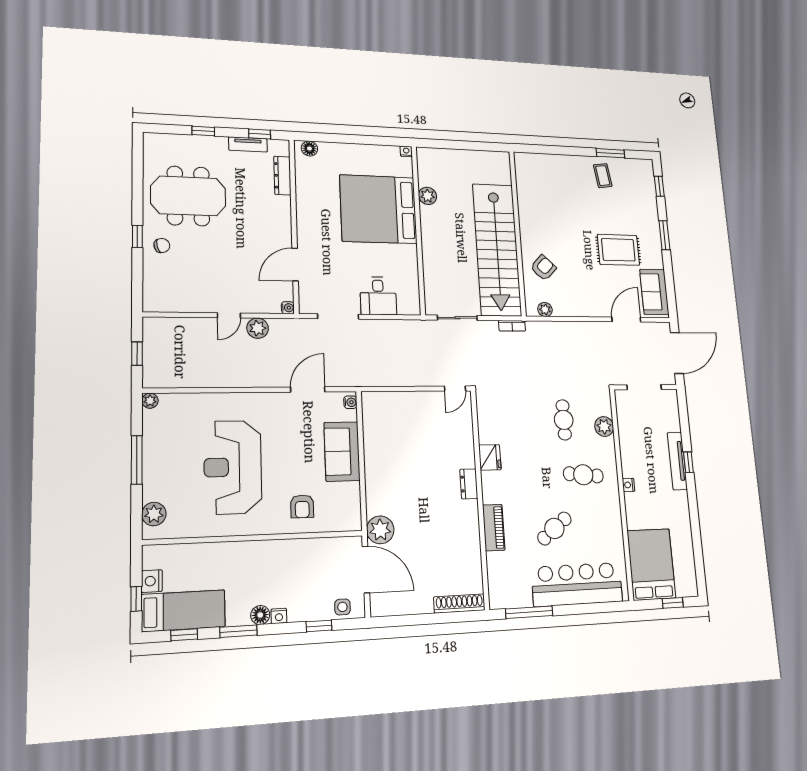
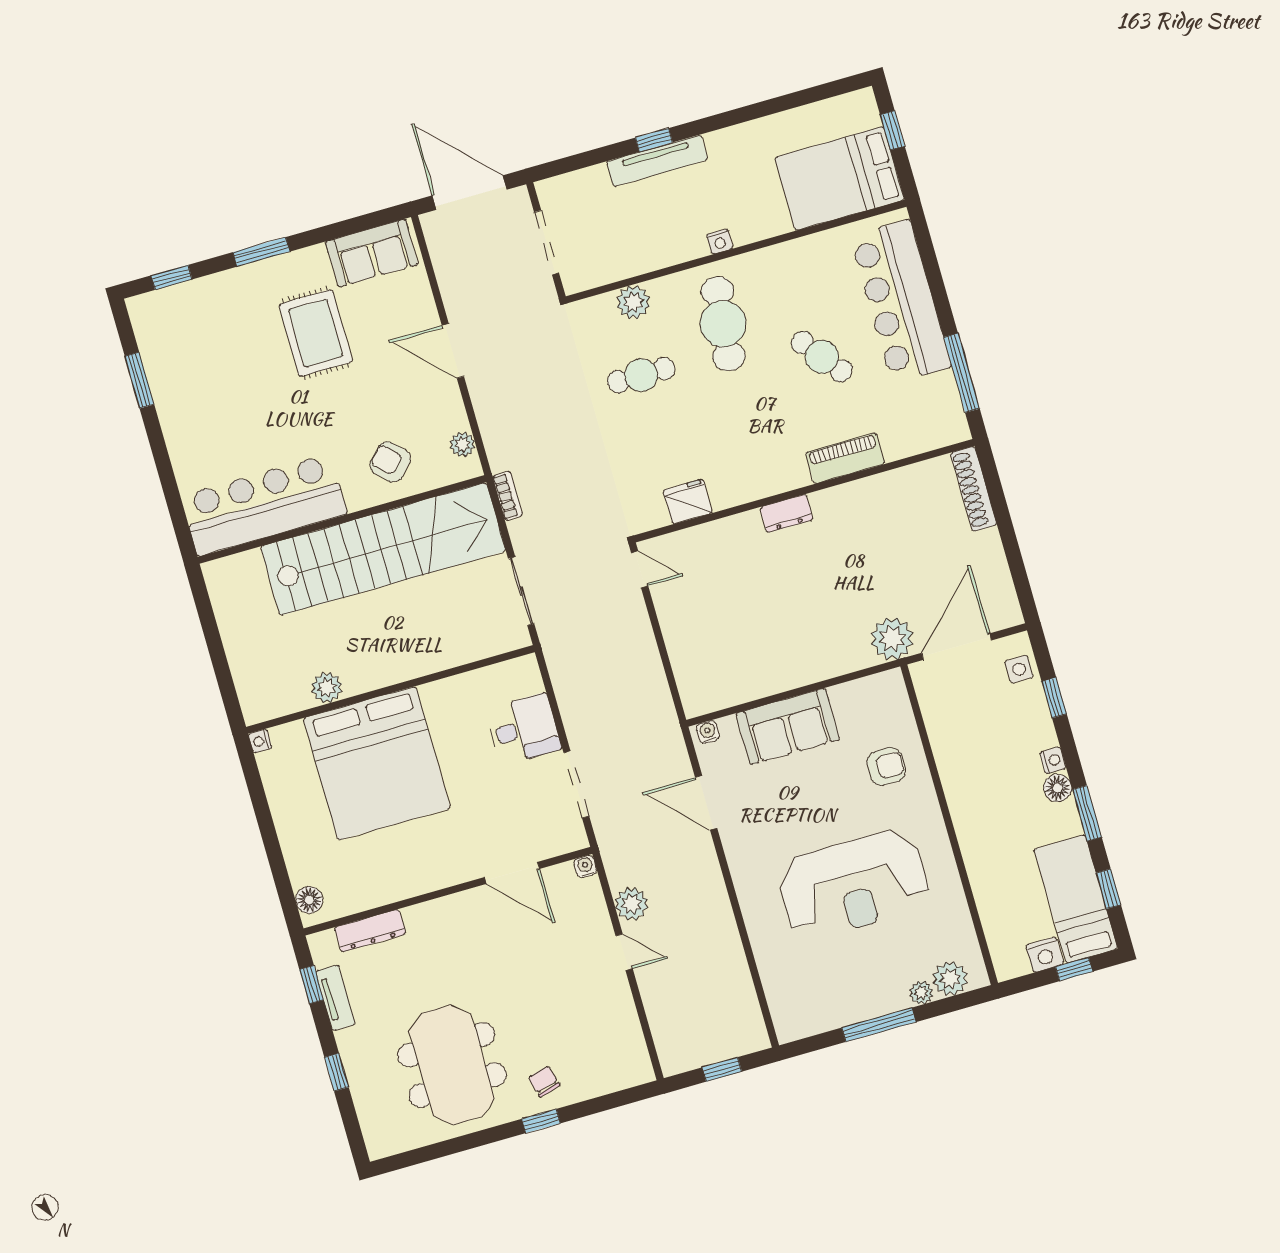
coffee table: (603, 176) -> (187, 387), removed
bar counter: (534, 195) -> (264, 505), added
door: (626, 320) -> (453, 351), moved
plant: (150, 401) -> (921, 993), moved
fridge: (490, 457) -> (688, 501), moved
cafe table: (583, 475) -> (723, 324), width x1.37, depth x1.35

